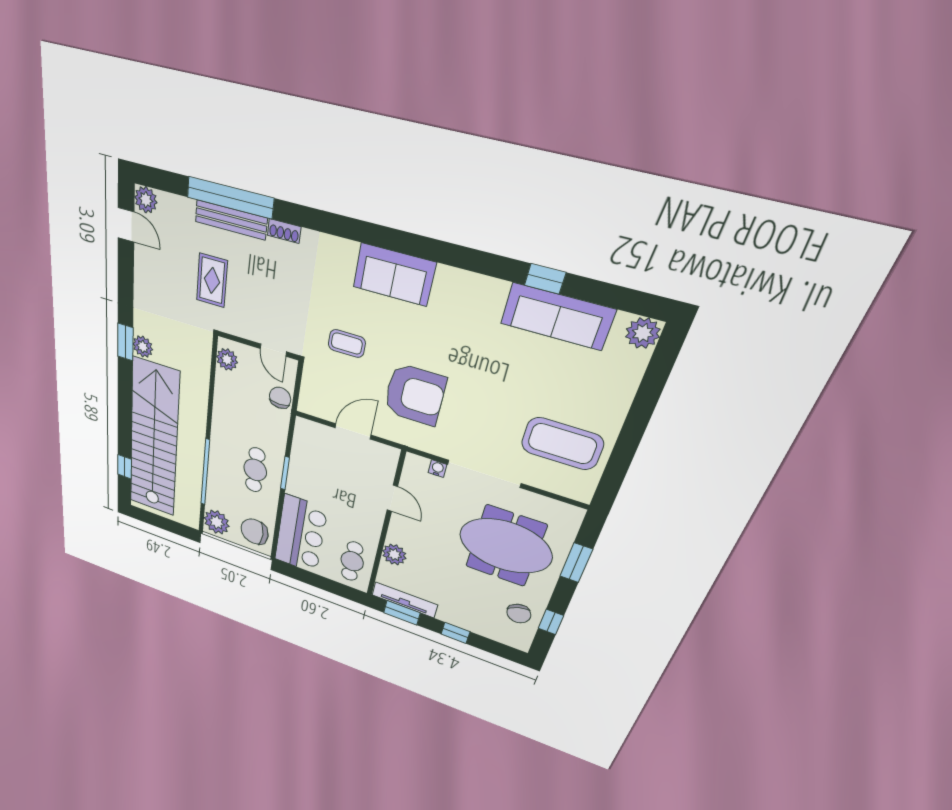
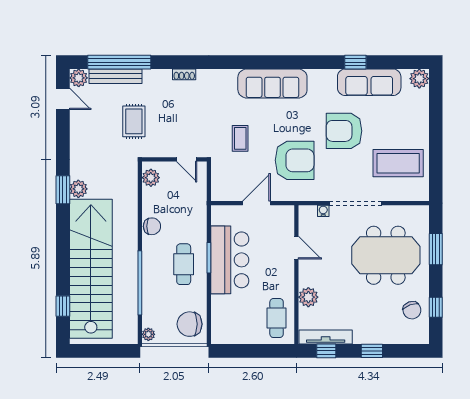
window: (230, 198) -> (119, 62), moved
bench: (231, 220) -> (116, 76), moved
sofa: (394, 275) -> (272, 83), width x1.36
coffee table: (347, 344) -> (240, 138), turned 90
armchair: (496, 376) -> (344, 131), added
chair: (280, 398) -> (152, 226), moved, turned 90
plant: (217, 522) -> (148, 334), width x0.53, depth x0.53
bar counter: (301, 534) -> (230, 260), moved
window: (402, 613) -> (326, 351), width x0.67

